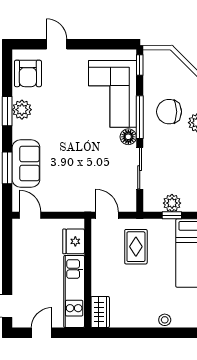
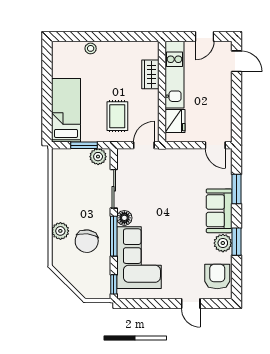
chair: (169, 112) -> (87, 241), turned 97
sofa: (26, 163) -> (219, 211), moved
plant: (172, 203) -> (98, 157), moved
door: (107, 215) -> (144, 145), swing flipped
window: (172, 215) -> (84, 145), width x1.50
wardrobe: (100, 312) -> (150, 74), moved

